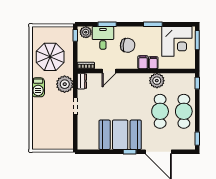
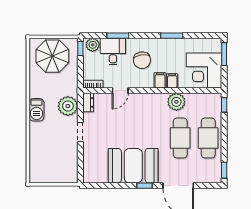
corner desk: (177, 41) -> (204, 70), moved, turned 90
chair: (128, 45) -> (142, 60), turned 76
parasol: (50, 57) -> (52, 56), moved

